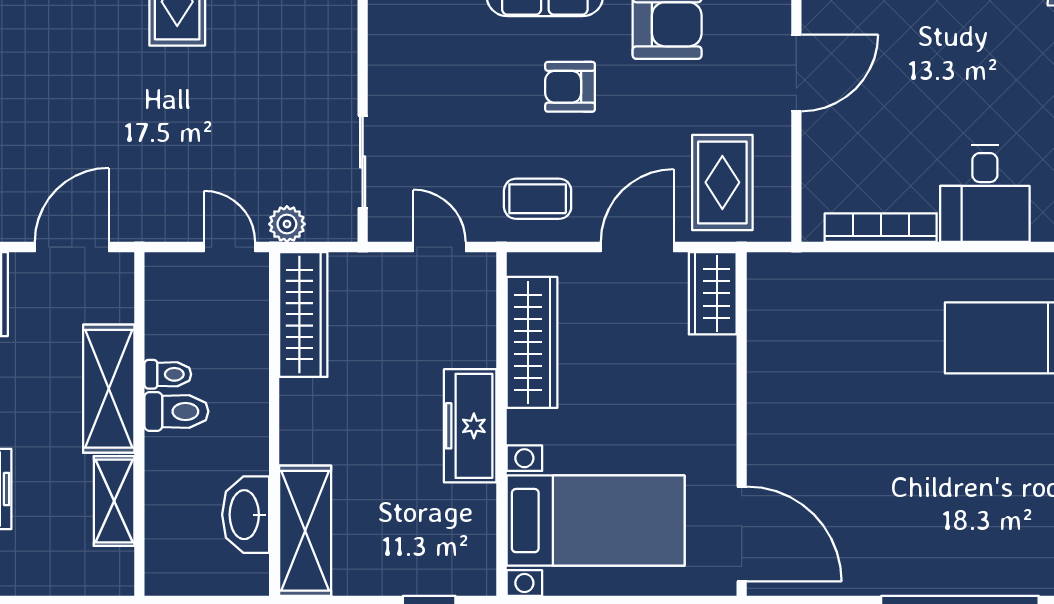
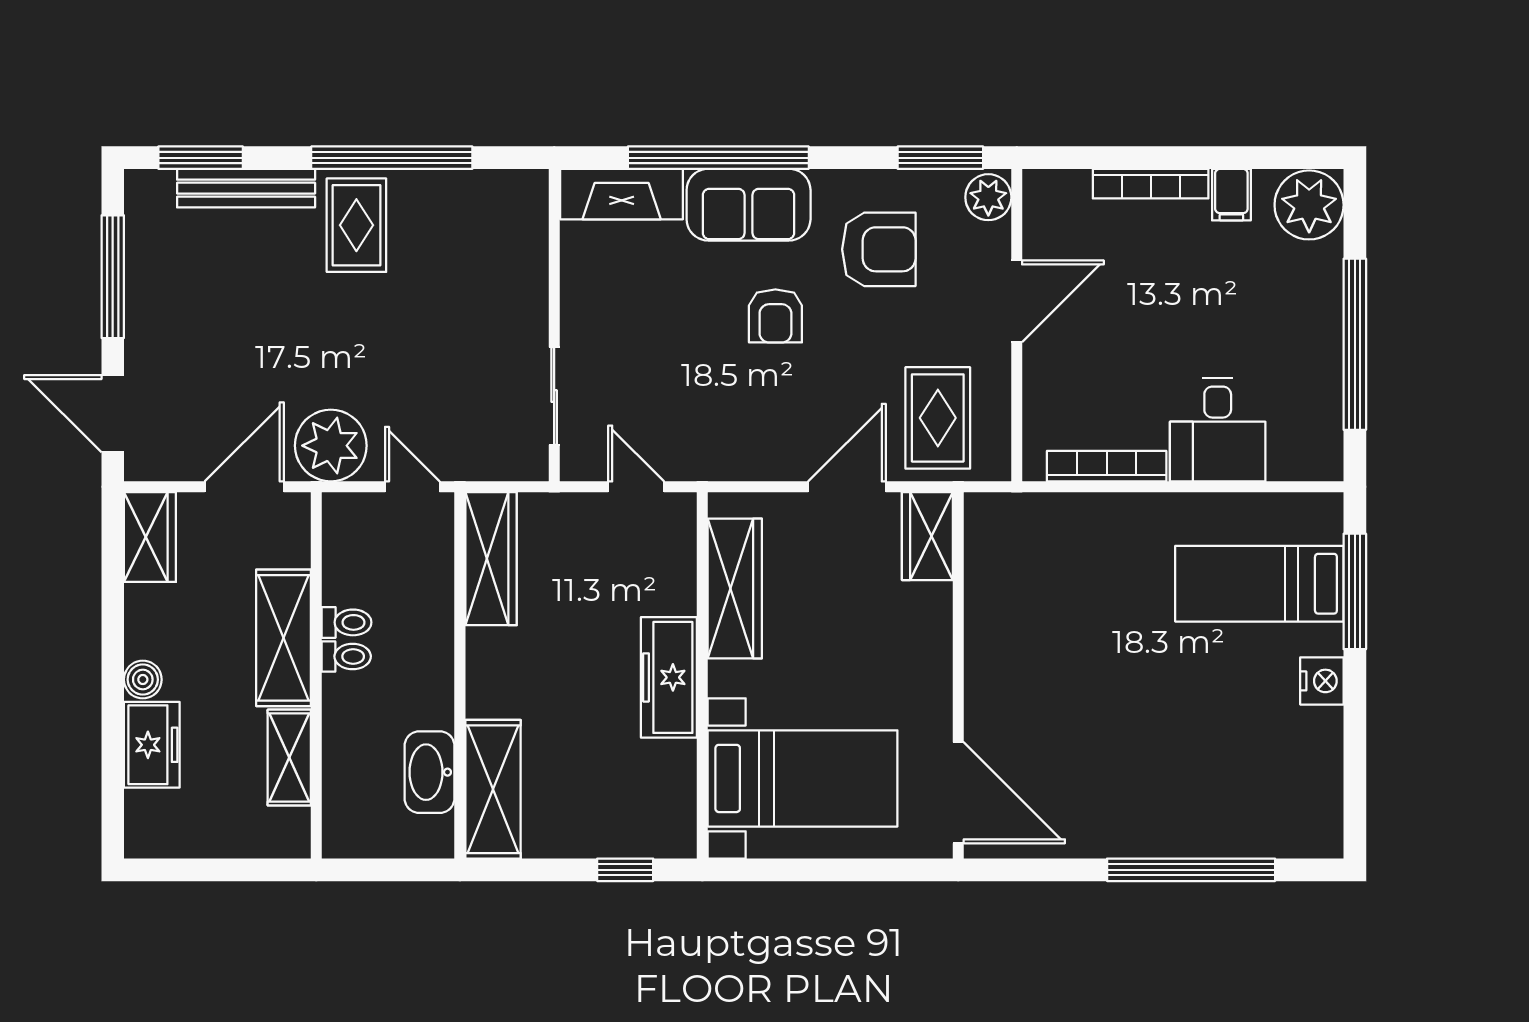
armchair: (570, 87) -> (775, 316), turned -90
coffee table: (538, 199) -> (741, 435), removed
plant: (287, 224) -> (331, 446), moved, width x1.88, depth x1.88
toilet: (176, 411) -> (346, 656), width x0.73, depth x0.72

